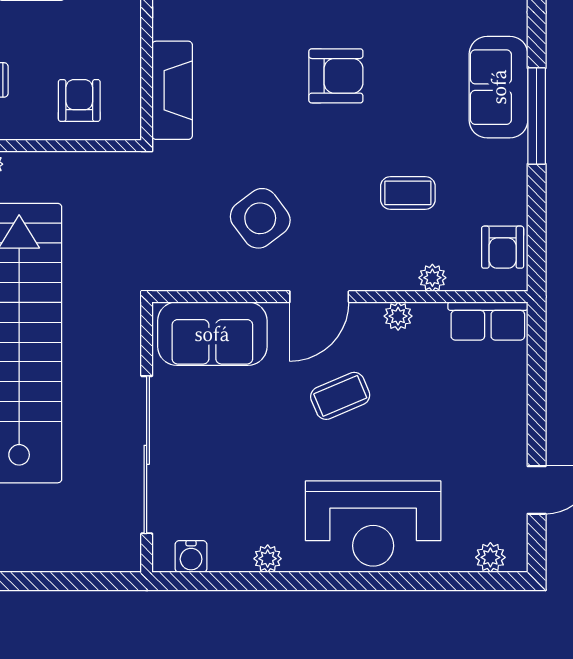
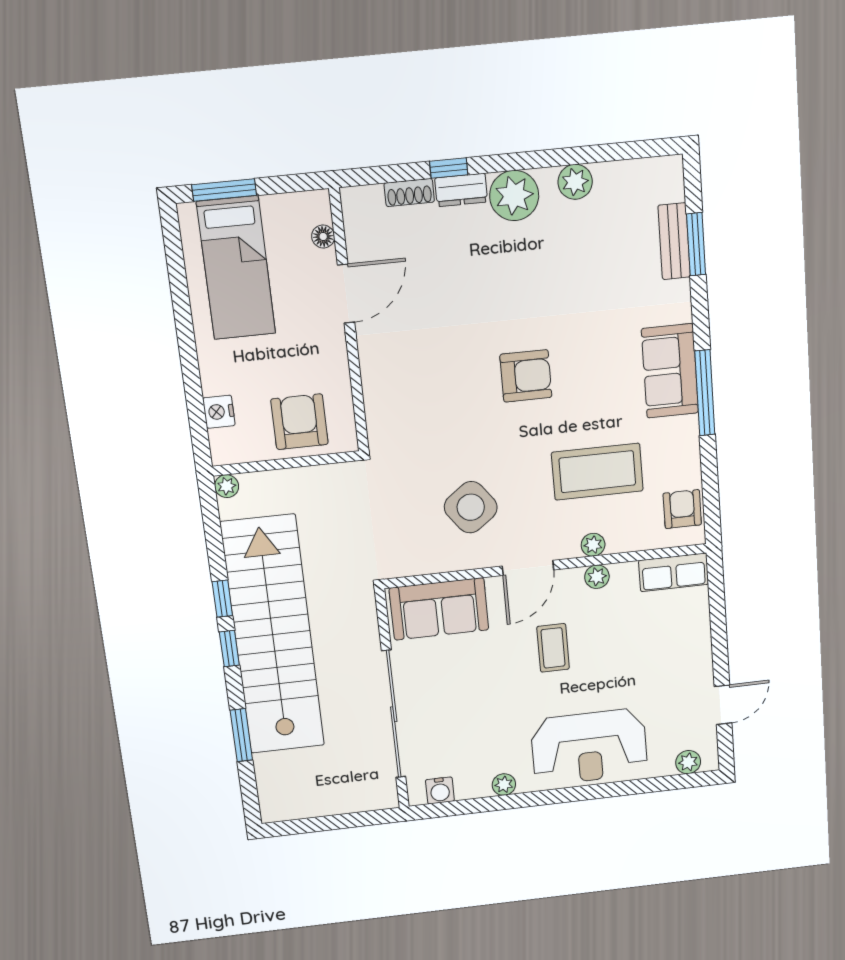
fireplace: (172, 90) -> (382, 404), removed
armchair: (79, 100) -> (299, 422), width x1.38, depth x1.38
coffee table: (408, 193) -> (597, 472), width x1.86, depth x1.72
armchair: (503, 247) -> (682, 509), turned 180
plant: (432, 278) -> (593, 545), moved
coffee table: (340, 396) -> (553, 648), turned -67

